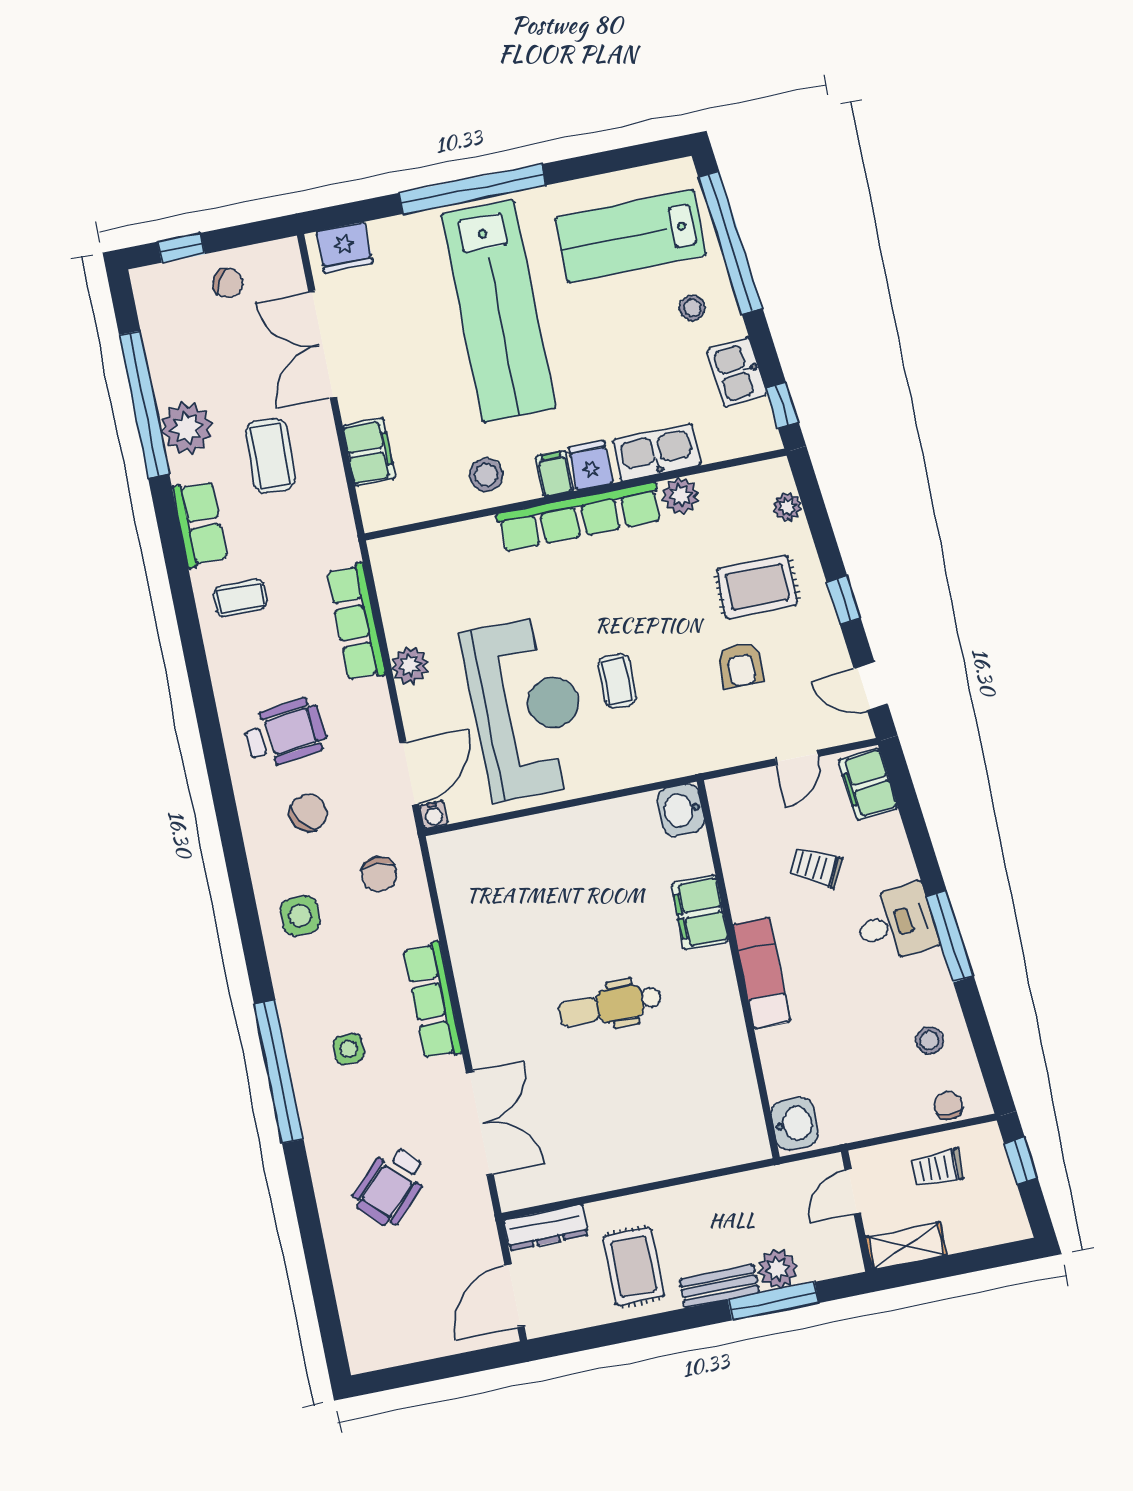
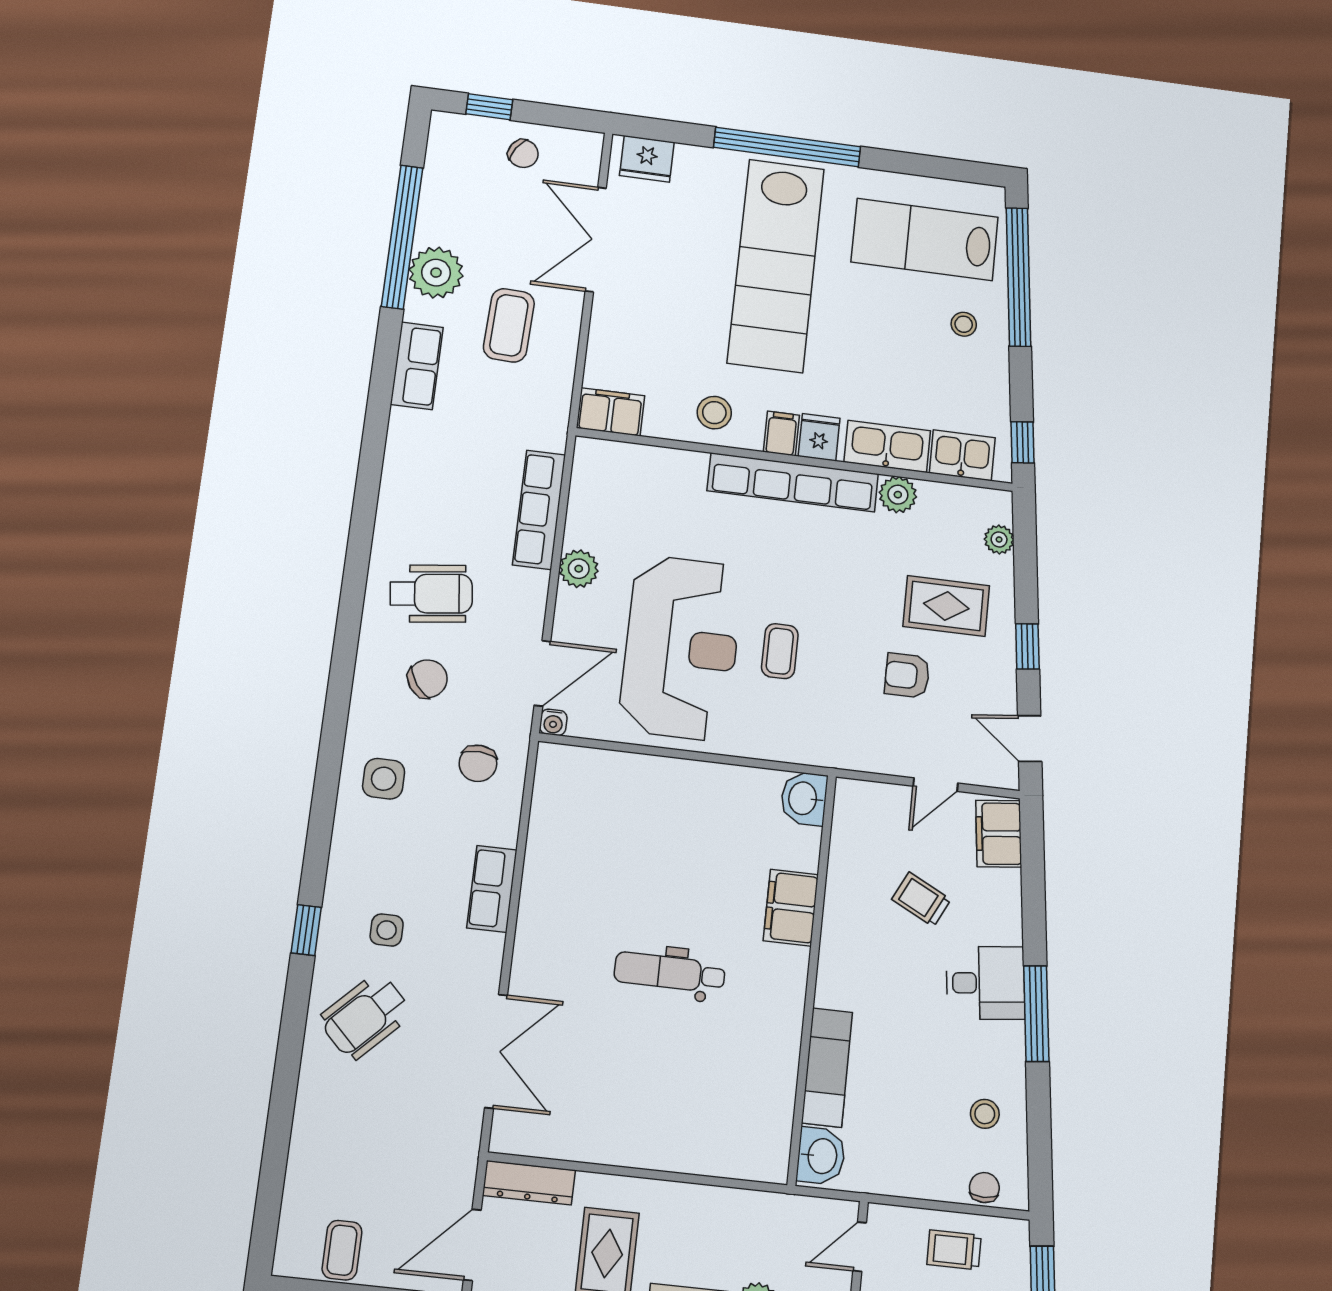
kitchen sink: (737, 372) -> (962, 455), moved, turned 96
filing cabinet: (369, 452) -> (611, 412), moved, turned -90
coffee table: (240, 598) -> (342, 1250), moved, turned 90
armchair: (741, 665) -> (907, 675), turned 90
exam couch: (762, 973) -> (827, 1067), moved
row of seats: (432, 1001) -> (492, 889), width x0.68
window: (279, 1072) -> (306, 930), width x0.32
wheelchair: (390, 1186) -> (365, 1016), moved

